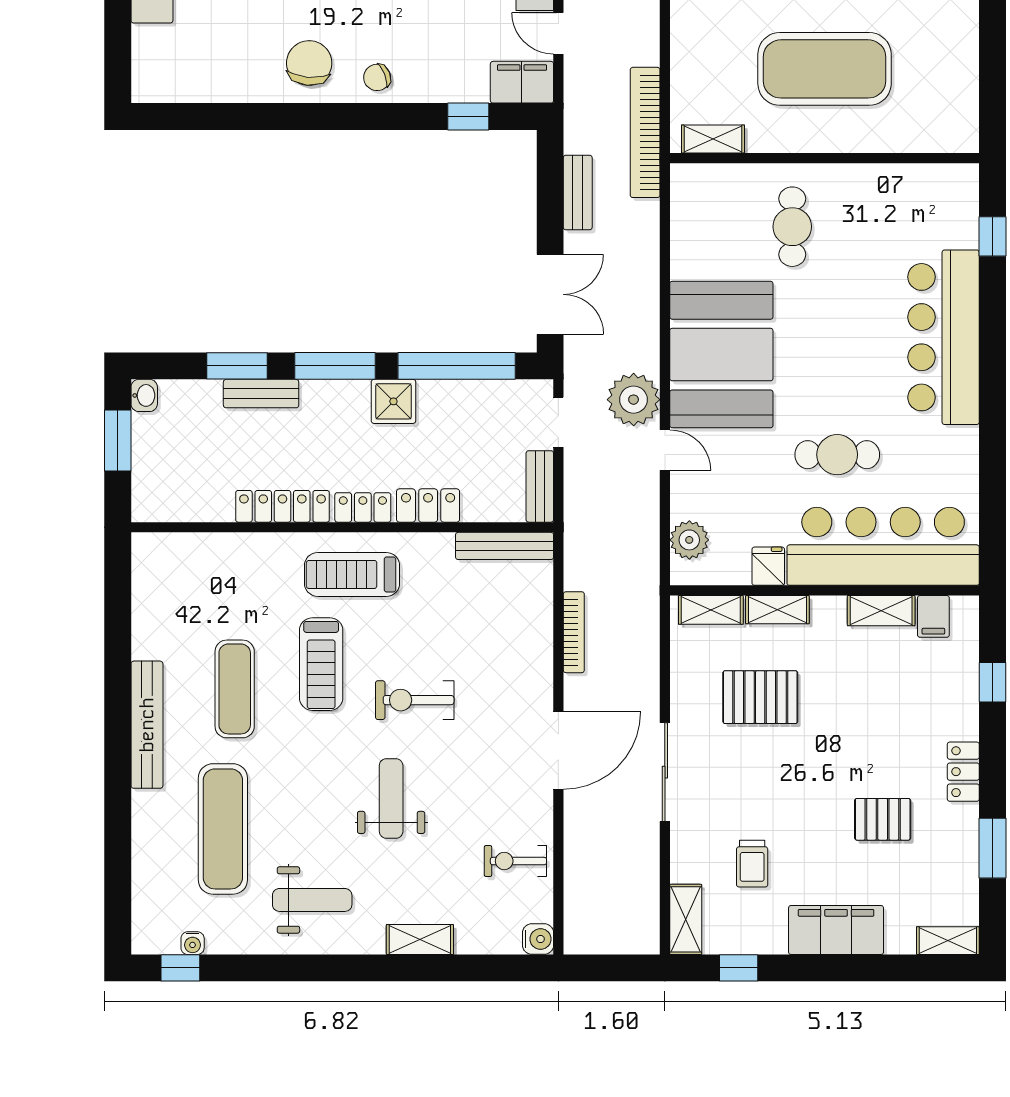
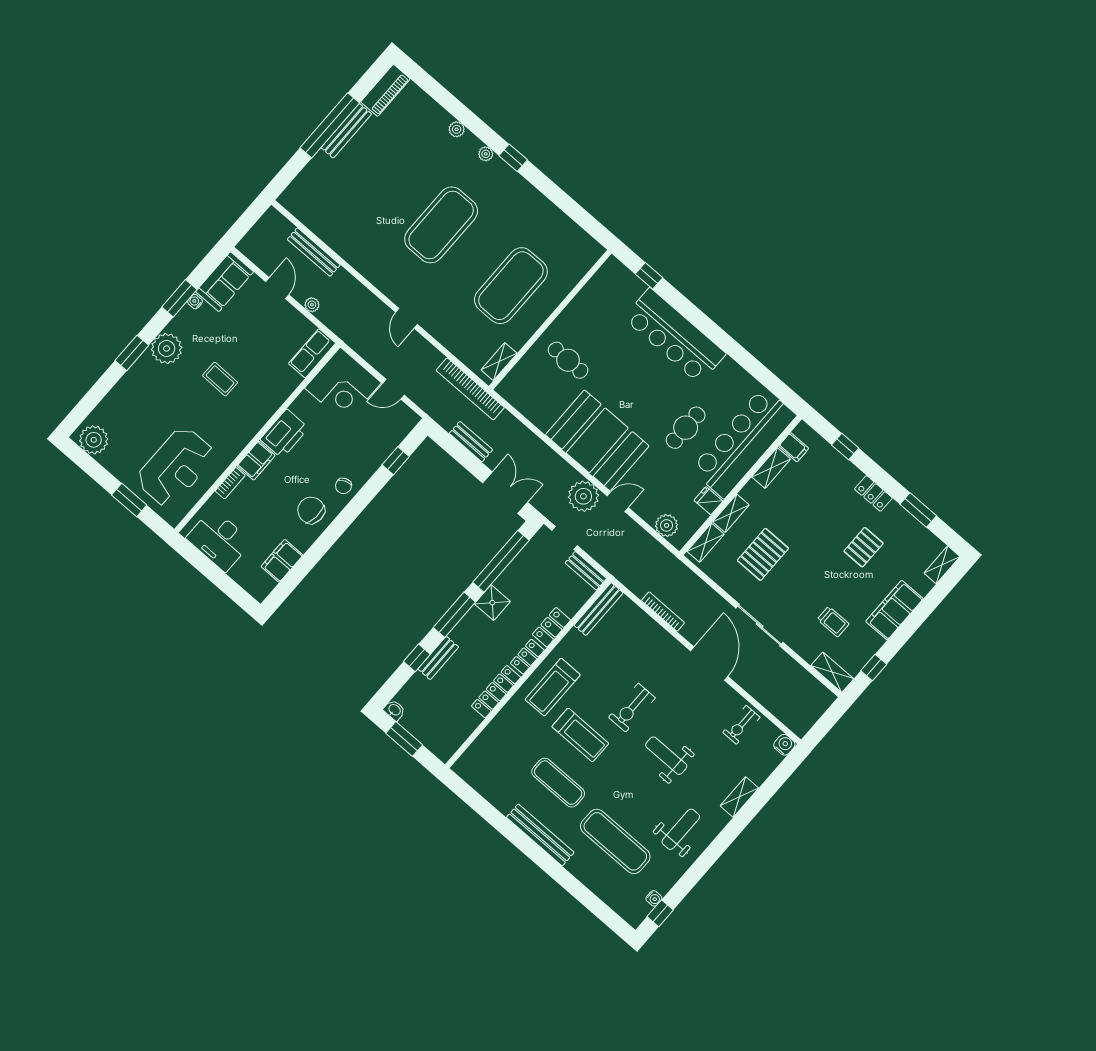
filing cabinet: (522, 82) -> (282, 561), moved
window: (237, 366) -> (417, 658), width x0.67

